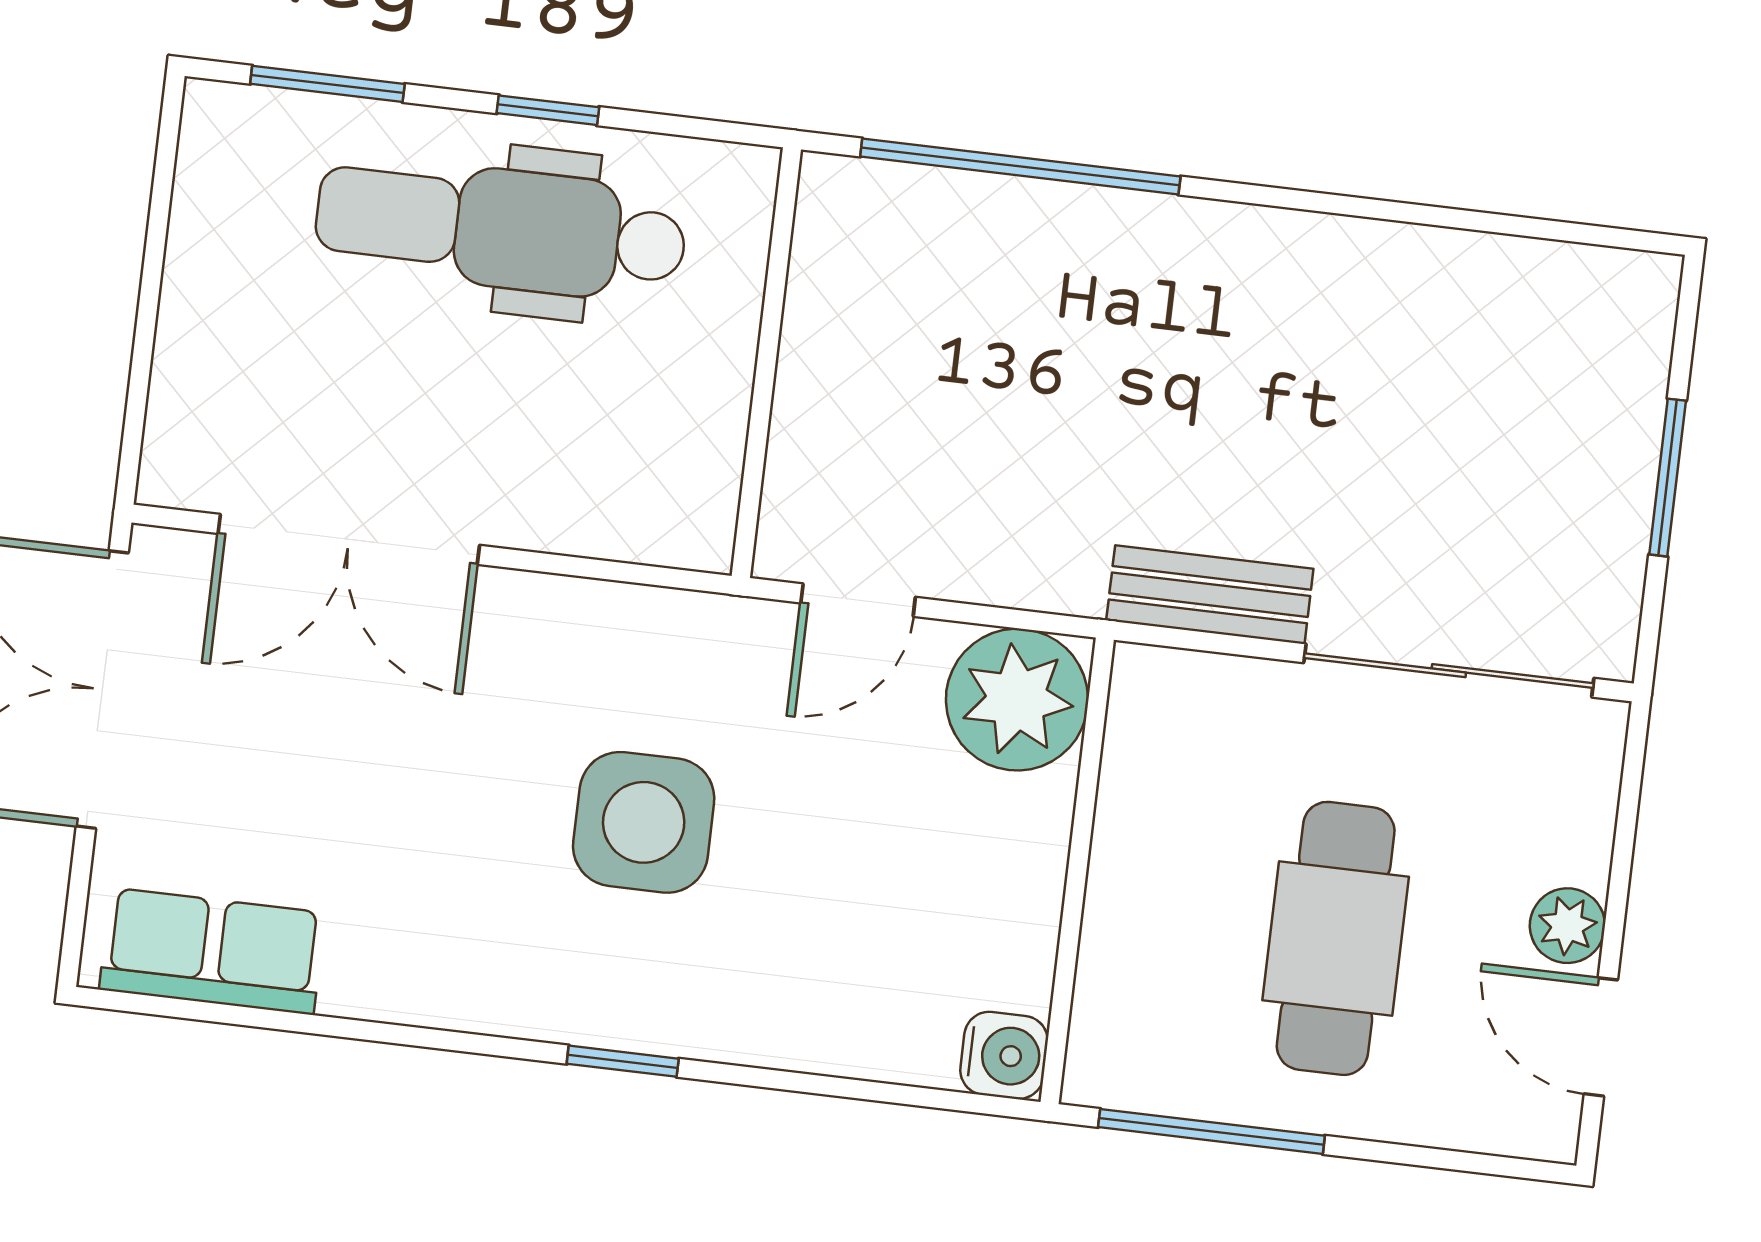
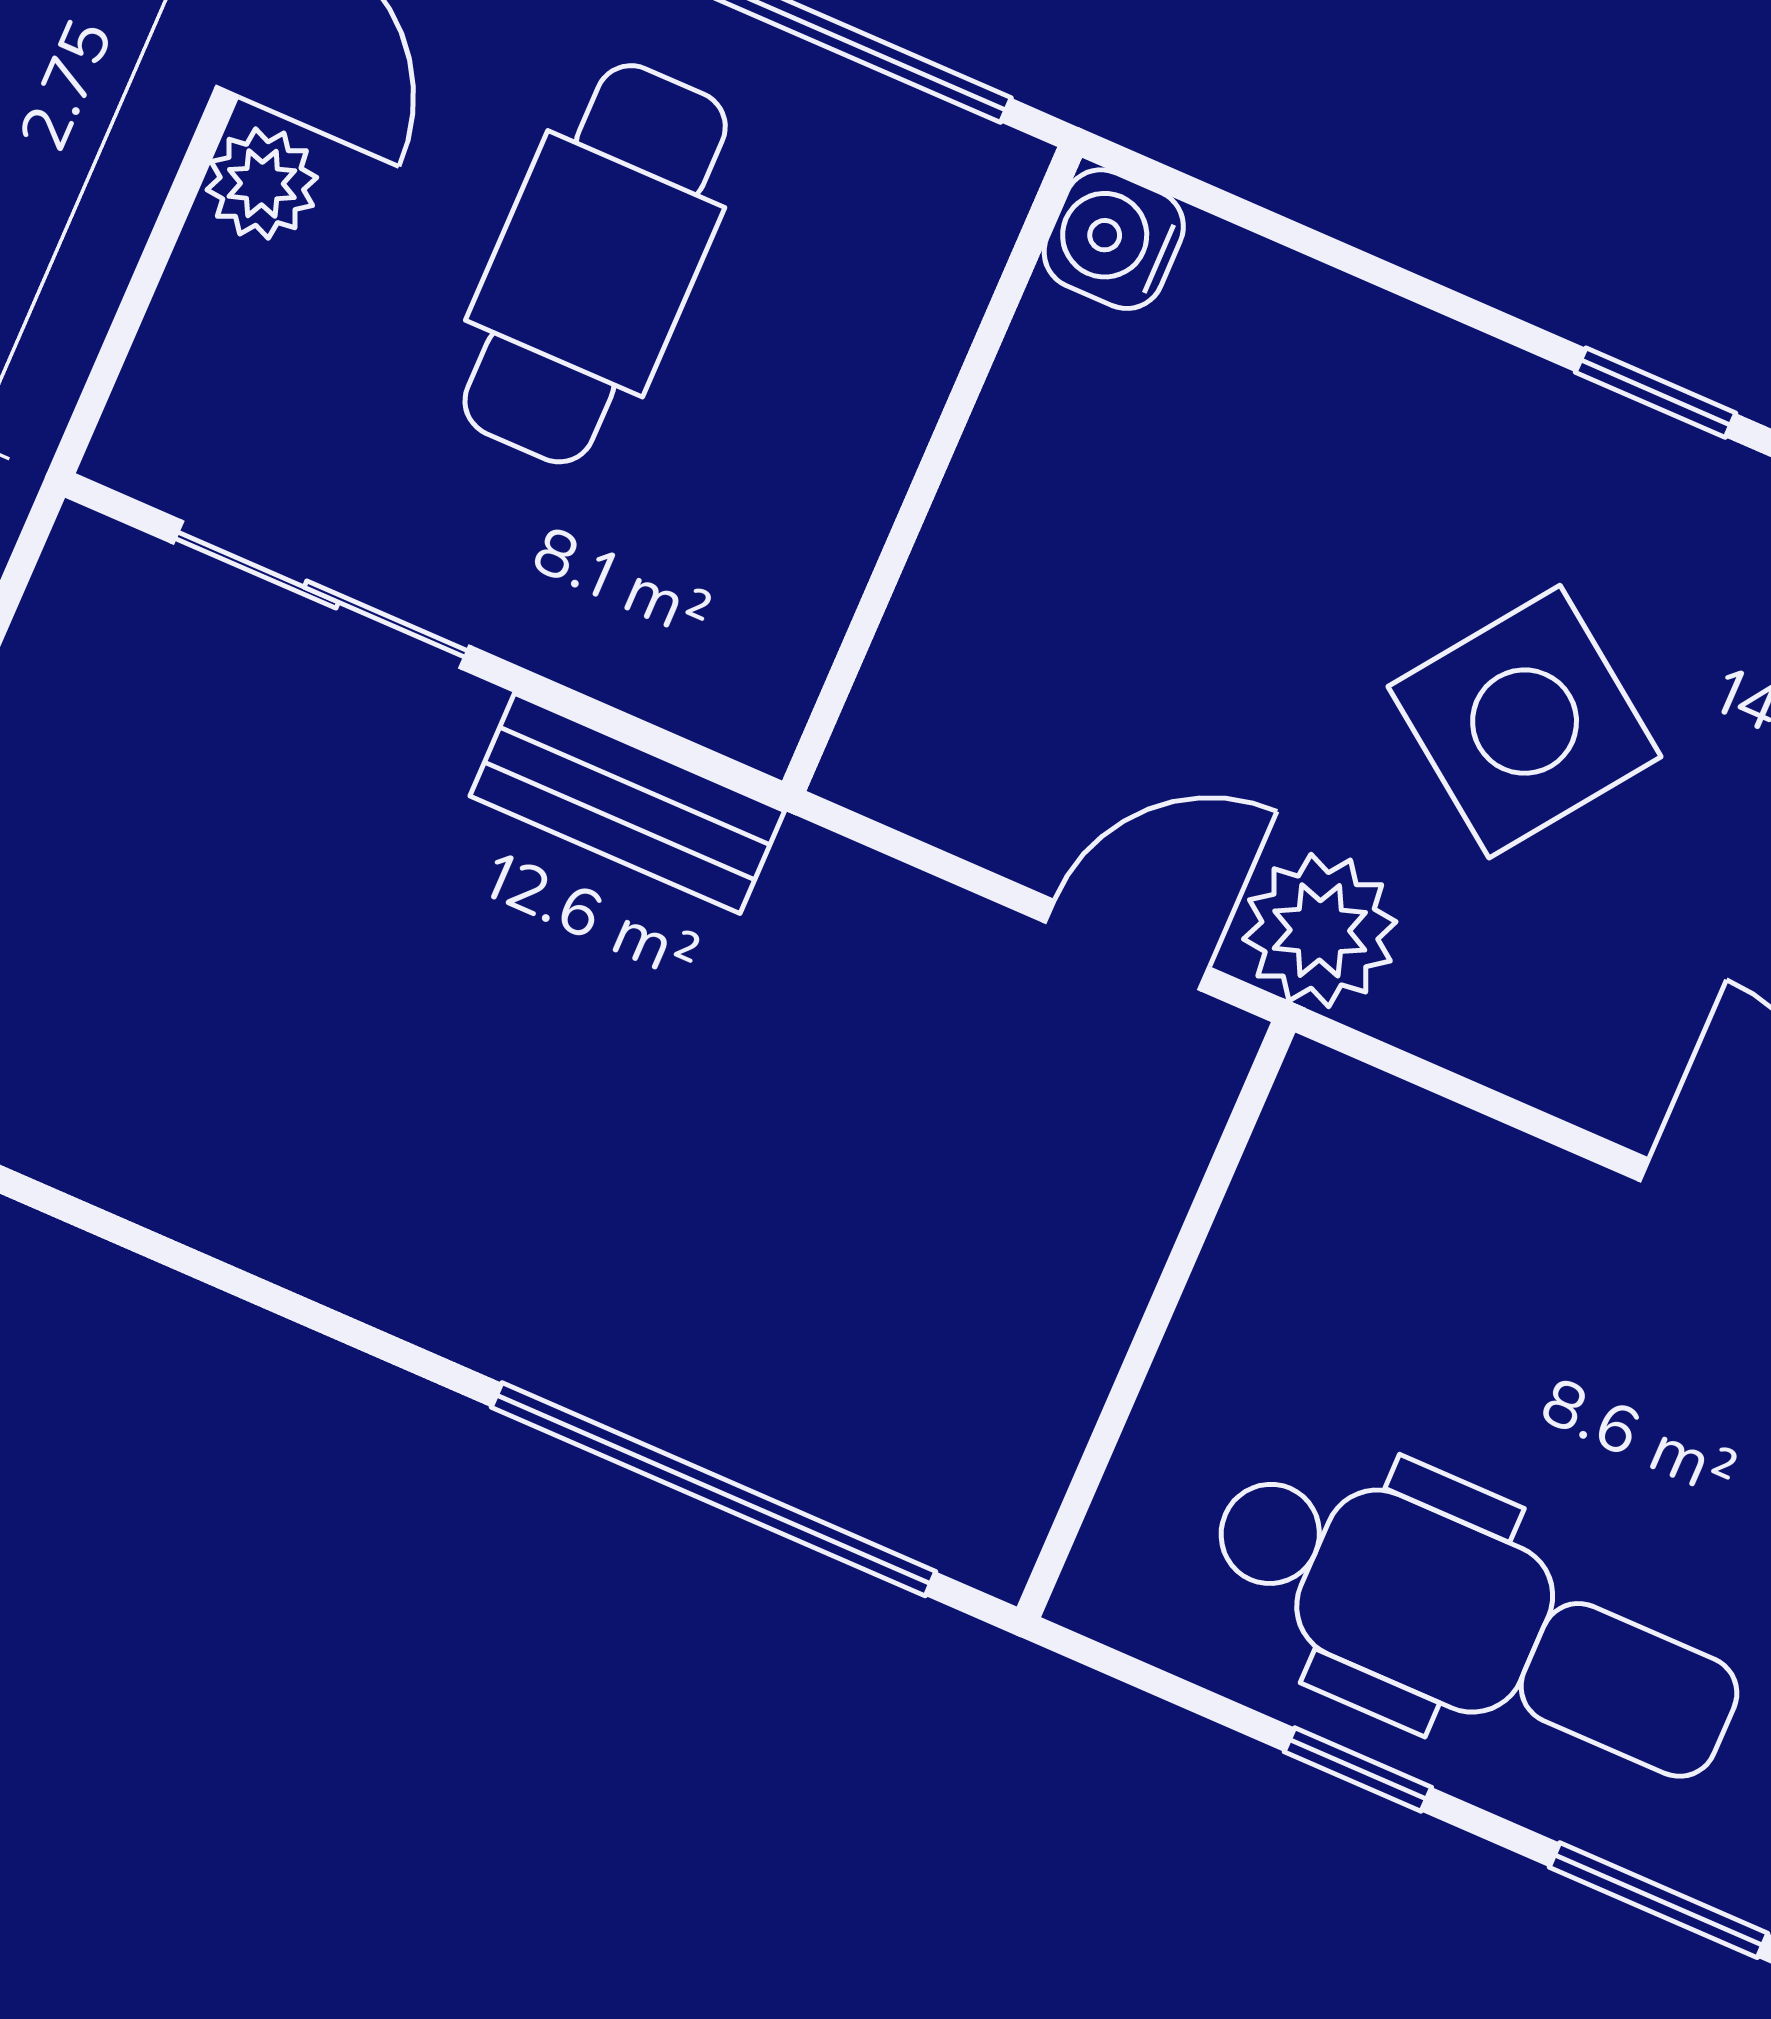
sliding door: (1449, 671) -> (321, 595), width x0.73
plant: (1017, 700) -> (1320, 930), moved, width x0.73, depth x0.73
side table: (644, 822) -> (1525, 722), turned 36

